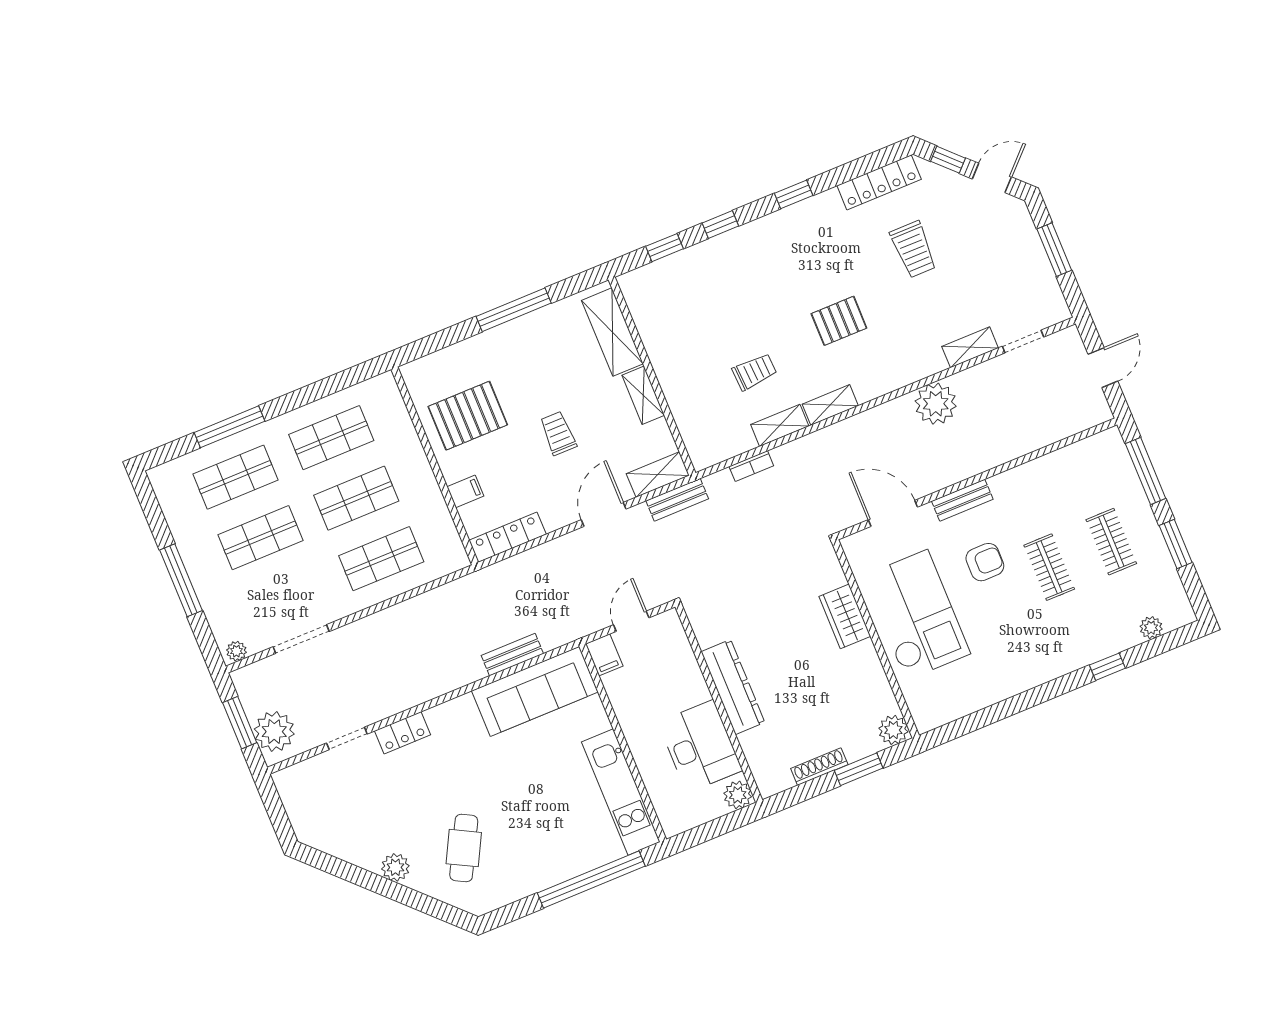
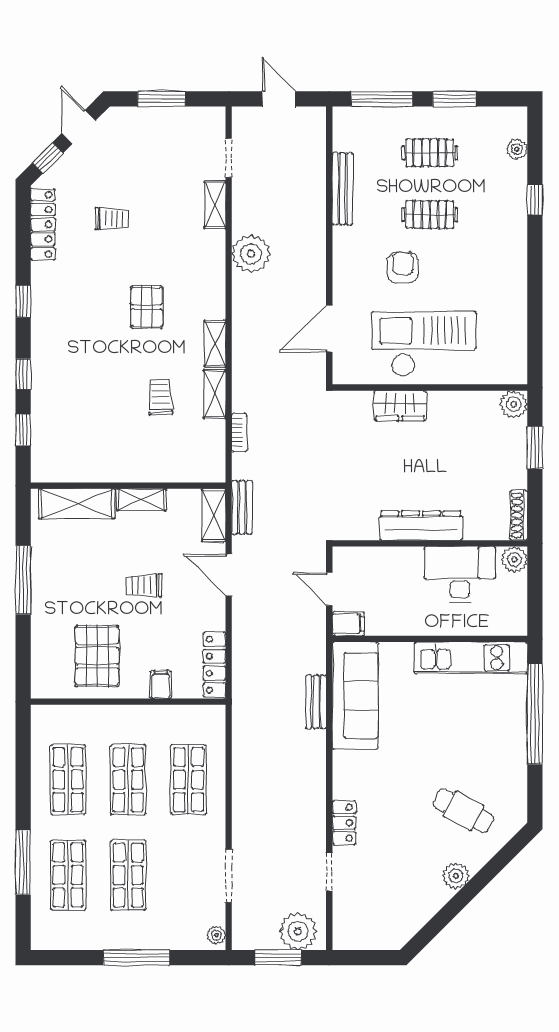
trolley: (913, 249) -> (112, 219), width x0.73, depth x0.72
bench: (962, 500) -> (342, 189), moved, width x1.36
shoe rack: (819, 767) -> (519, 515), moved

